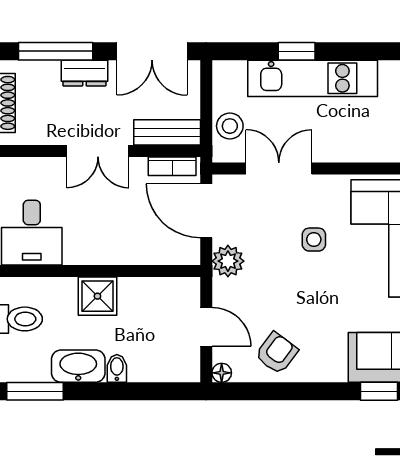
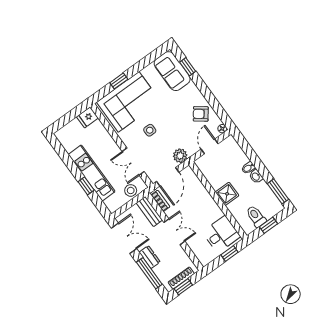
washbasin: (78, 366) -> (256, 176), width x0.52, depth x0.69

